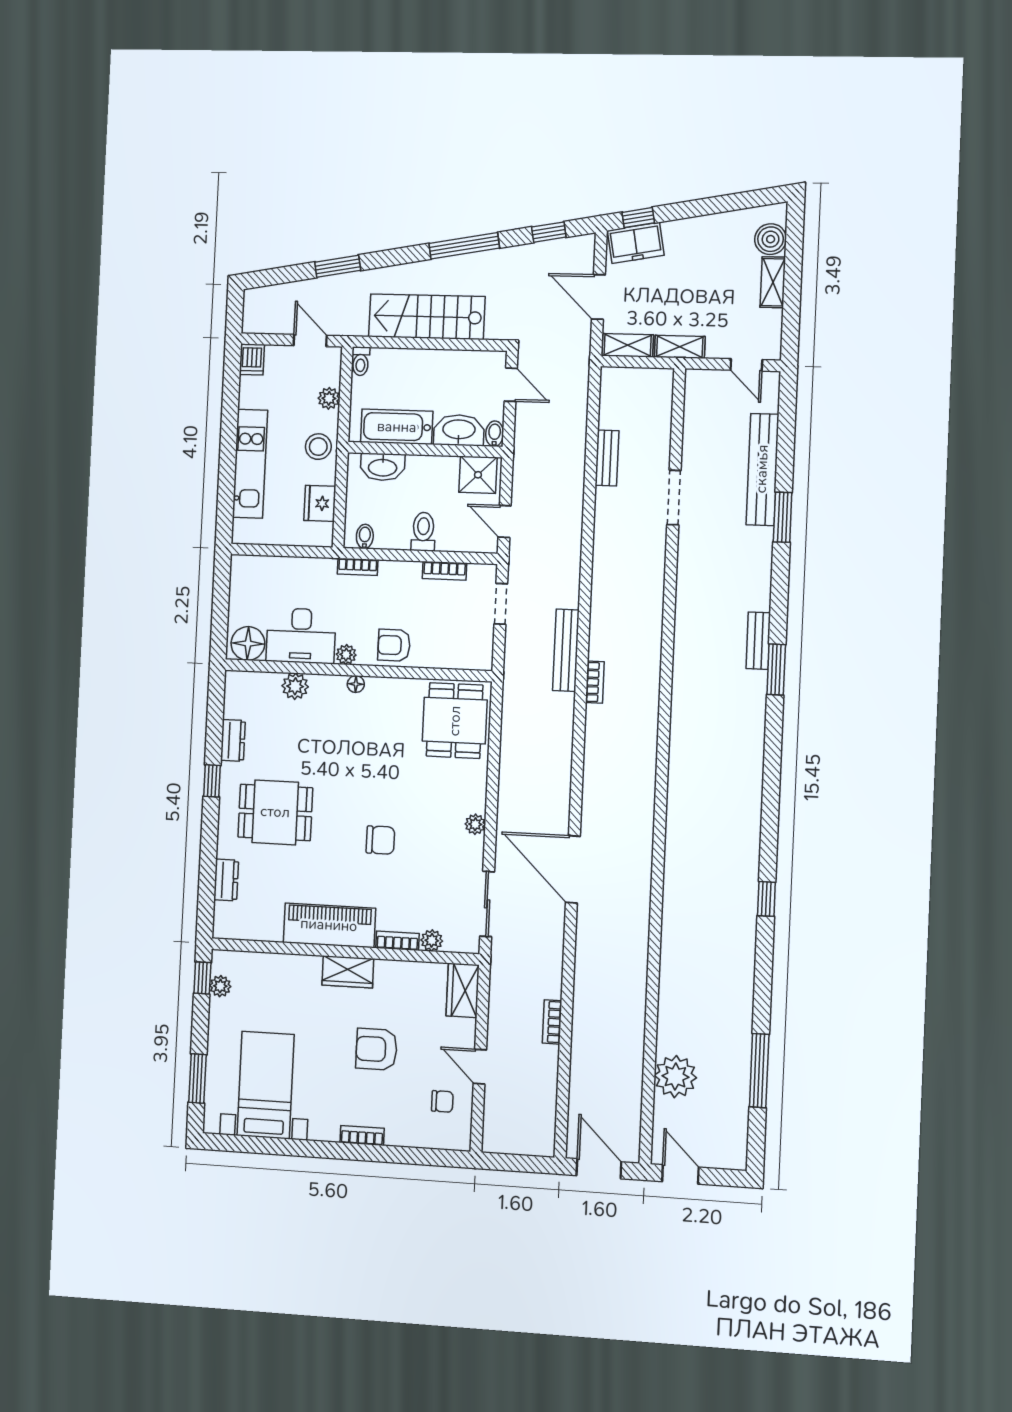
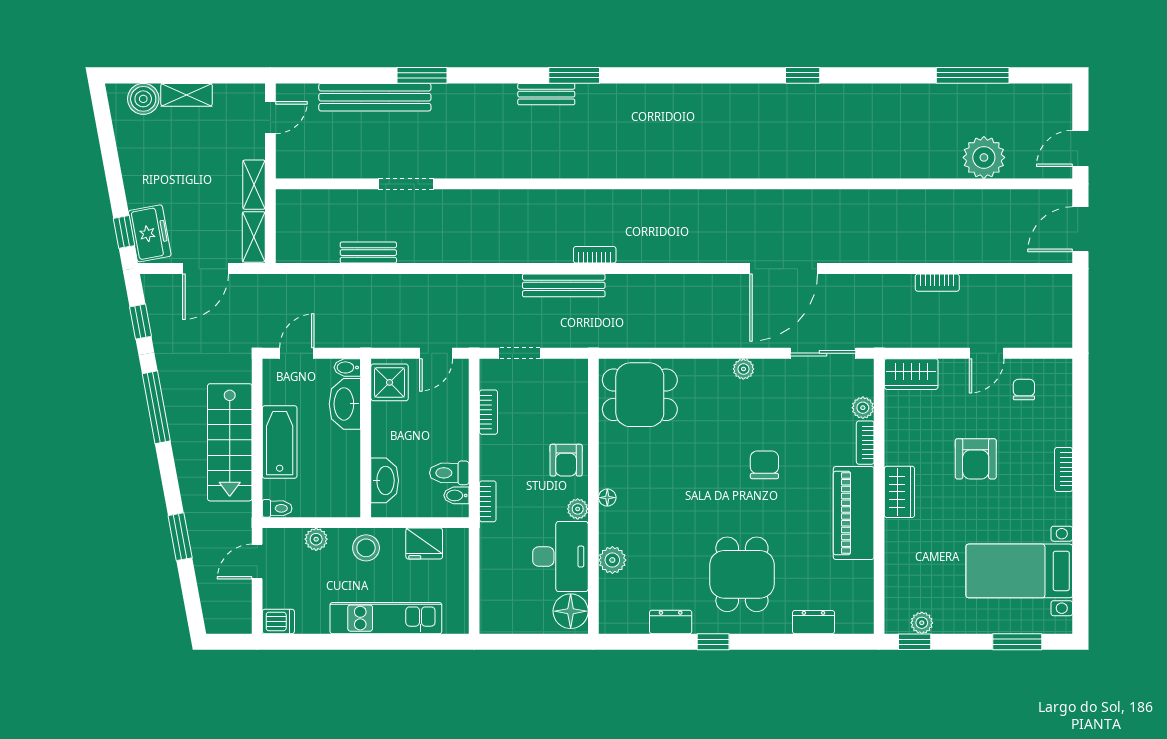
bathtub: (397, 427) -> (280, 442), moved, turned 180
toilet: (423, 532) -> (449, 473), moved

